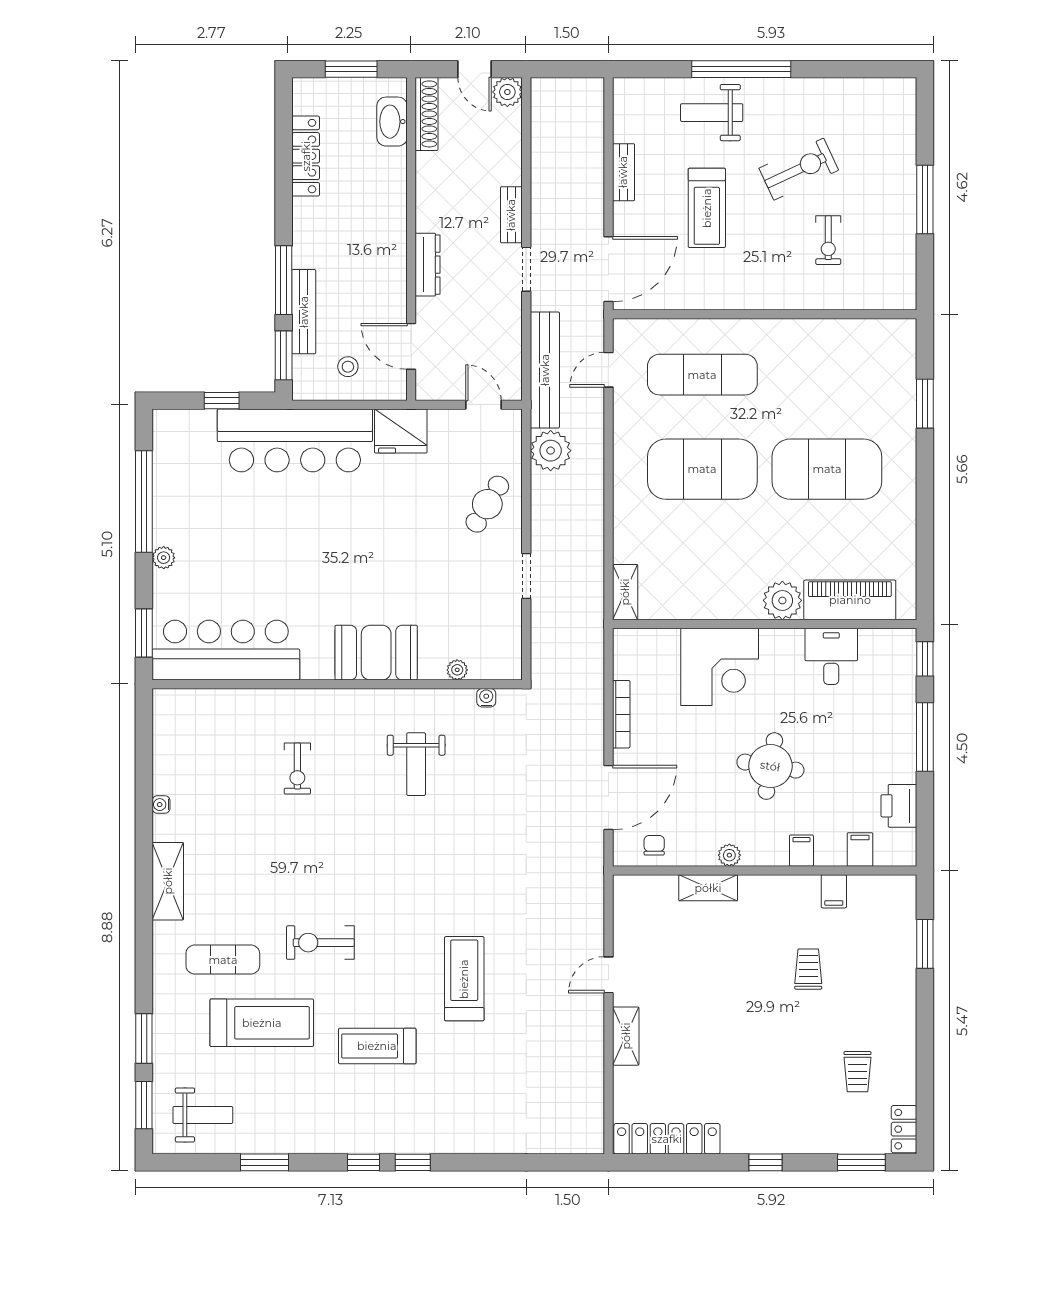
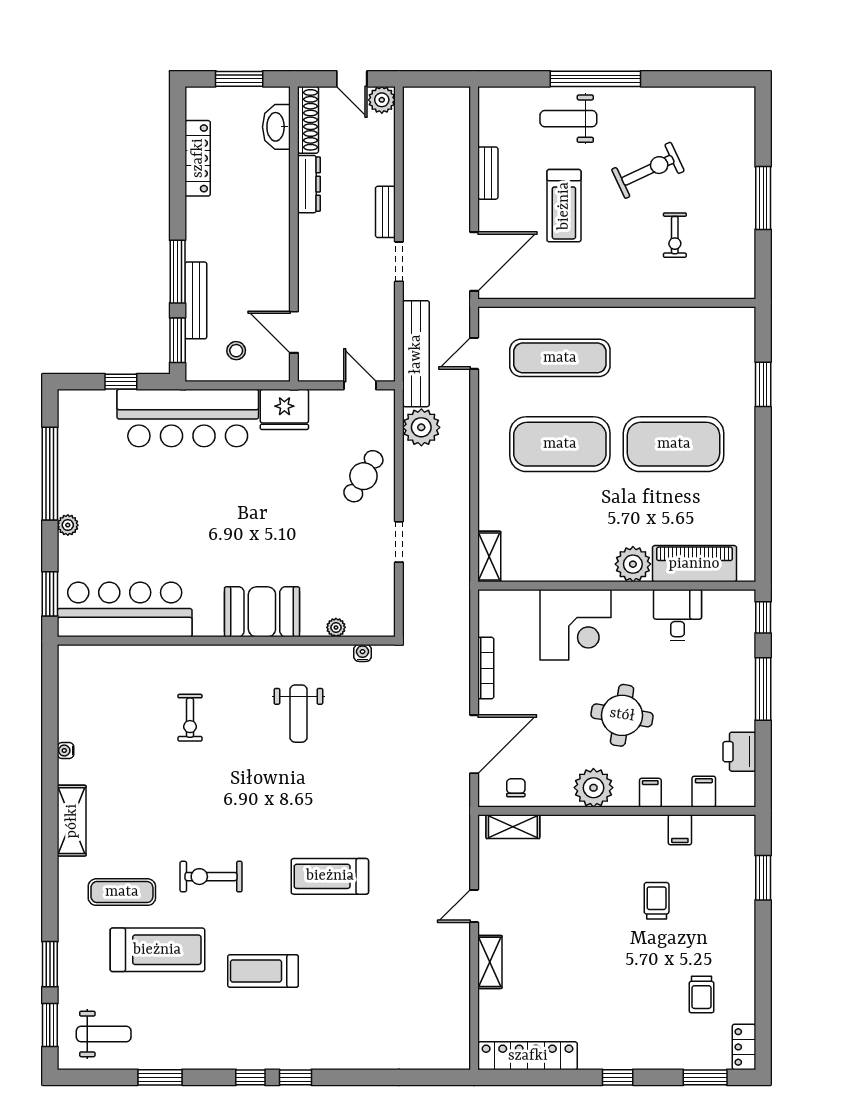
dresser: (428, 265) -> (309, 184), moved
plant: (729, 855) -> (593, 788), width x1.87, depth x1.87
shelving: (708, 888) -> (513, 827), moved
treadmill: (464, 979) -> (330, 876), moved, turned -90

